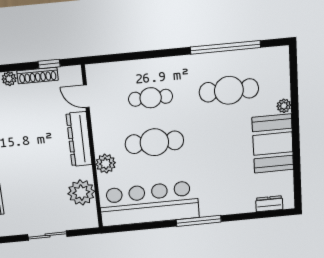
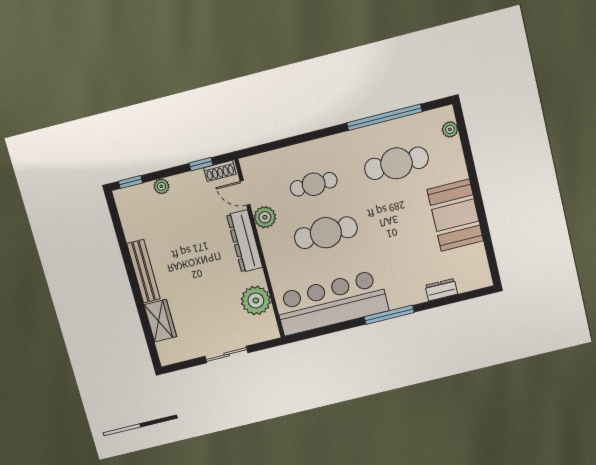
shoe rack: (38, 76) -> (220, 171), moved, width x0.70
plant: (284, 106) -> (450, 129), moved
plant: (106, 164) -> (265, 217), moved
dresser: (269, 204) -> (441, 290), moved

